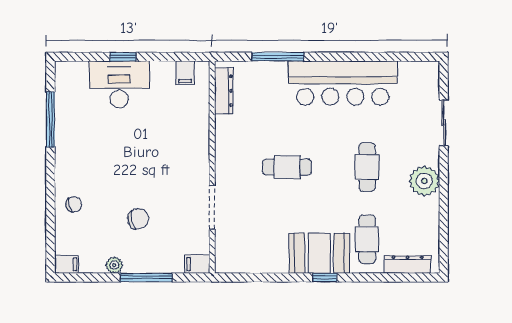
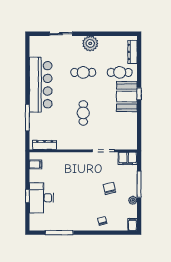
filing cabinet: (197, 264) -> (128, 158), width x2.00

